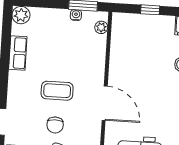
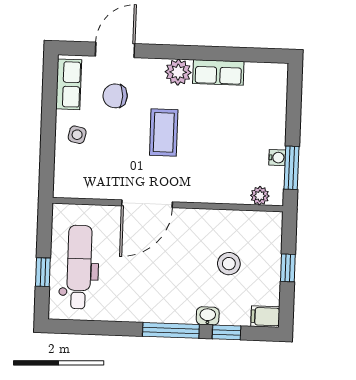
plant: (21, 15) -> (178, 72), moved
stool: (146, 49) -> (229, 264), added
chair: (55, 125) -> (115, 96), moved

